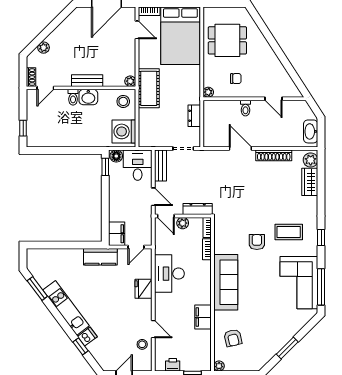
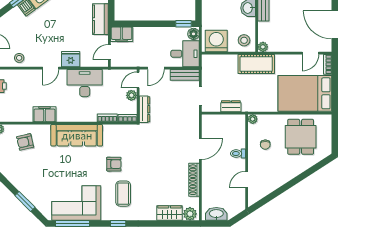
door: (136, 247) -> (109, 52), hinge flipped
door: (153, 329) -> (51, 68), moved
window: (287, 348) -> (25, 201), moved

